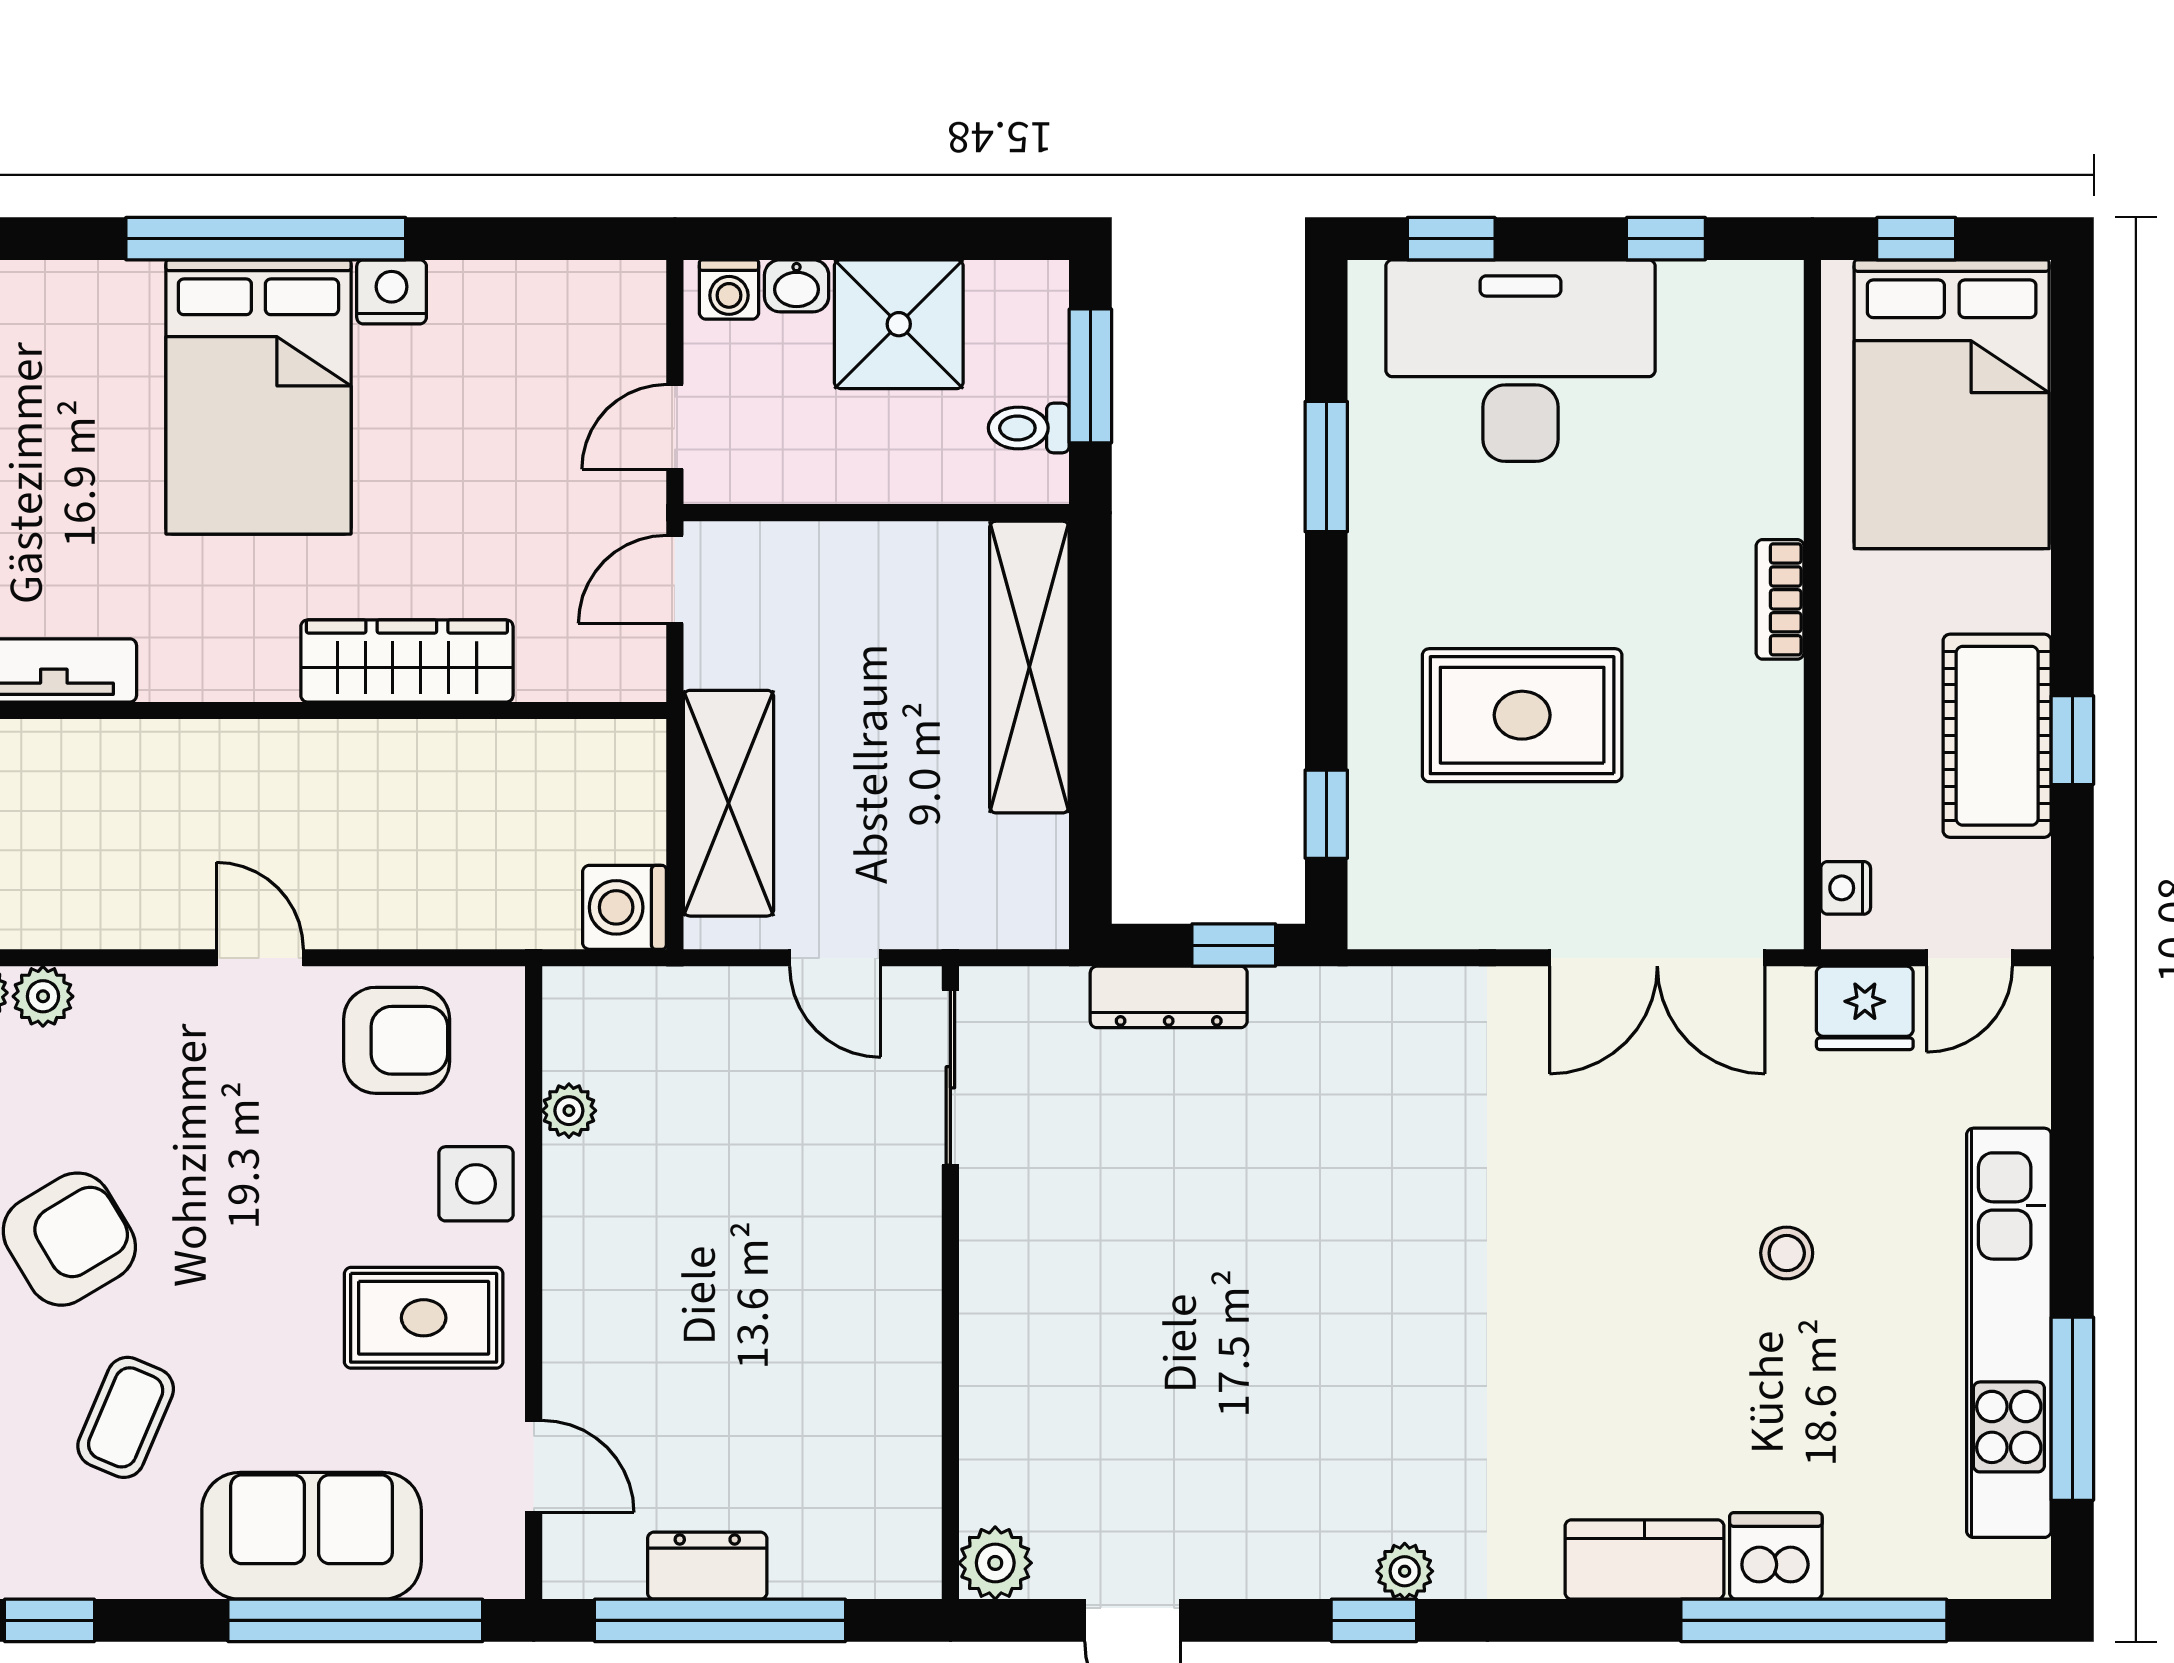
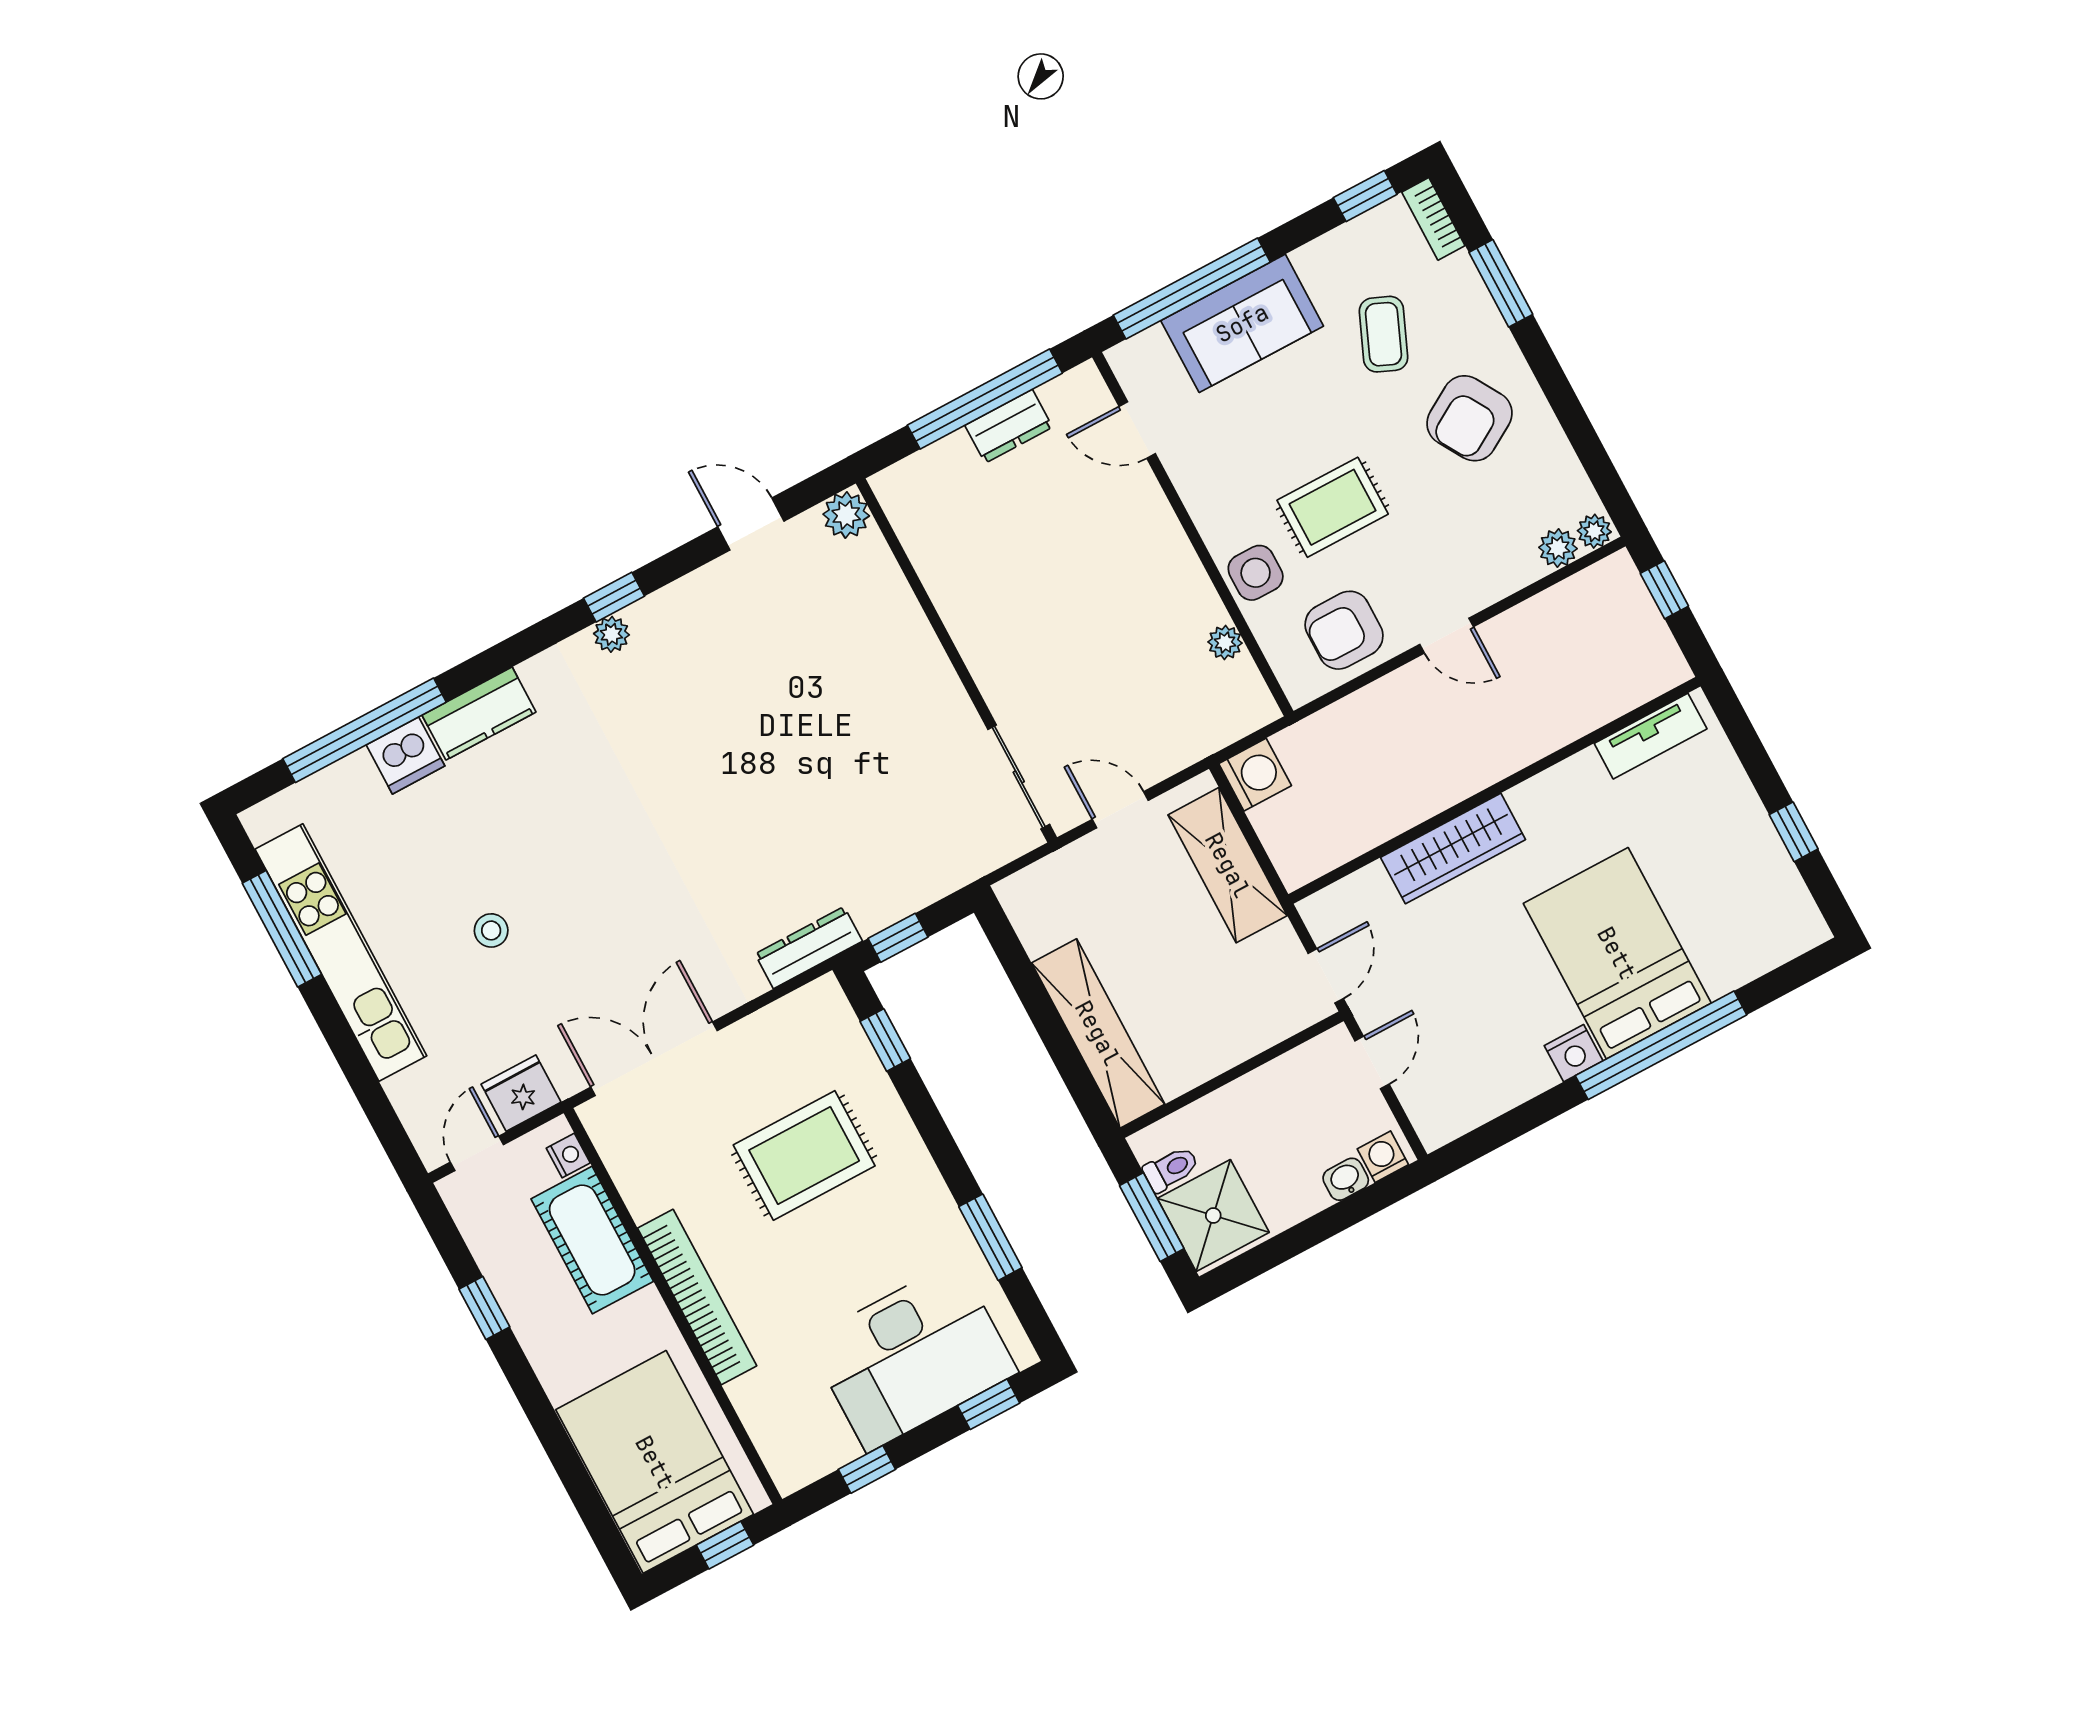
shower: (899, 324) -> (1213, 1215), moved
bookcase: (1780, 599) -> (697, 1297), width x2.31, depth x1.31
cot: (1997, 736) -> (592, 1240), moved
dresser: (1169, 997) -> (809, 948), moved
rug: (424, 1318) -> (1333, 507), moved

